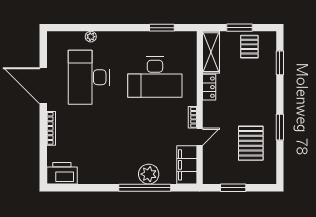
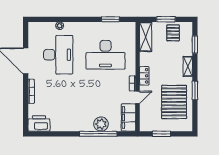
desk: (89, 77) -> (58, 55), turned 180
locker: (209, 87) -> (144, 76), moved
shelving: (270, 94) -> (188, 66), added
pallet: (251, 143) -> (174, 102), width x1.37, depth x1.41

